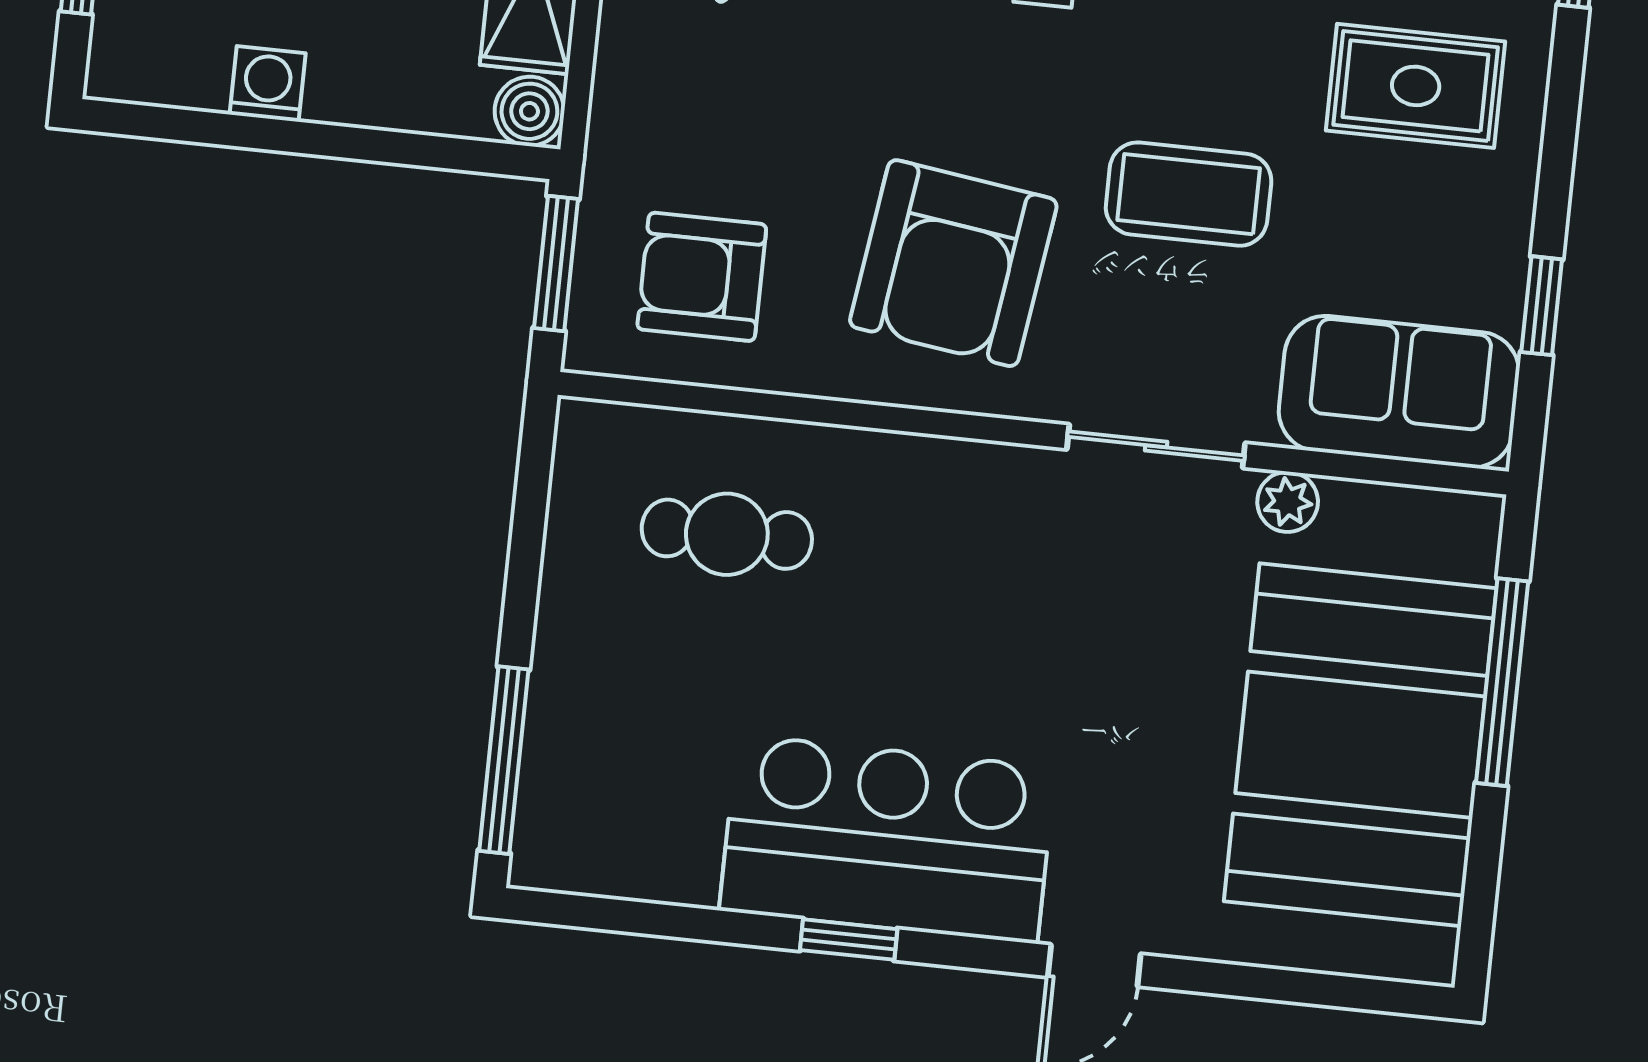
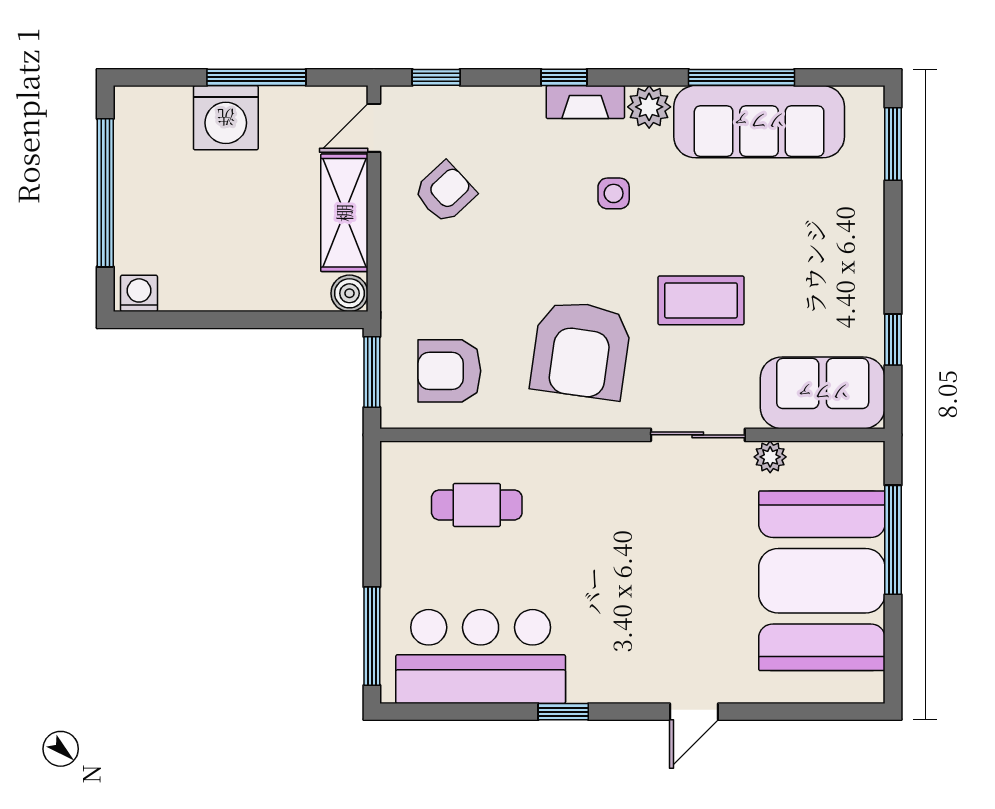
washing machine: (268, 84) -> (139, 293), moved
rug: (1416, 86) -> (814, 231), removed
bar counter: (887, 839) -> (481, 656), moved

